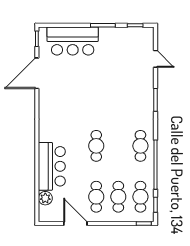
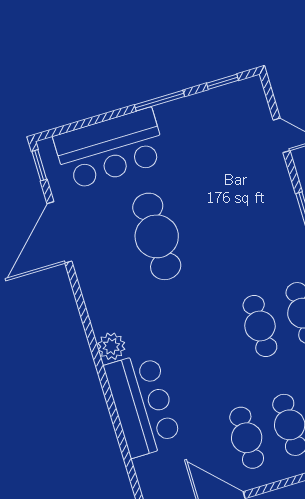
cafe table: (82, 89) -> (157, 236), added
cafe table: (96, 146) -> (260, 326), moved
plant: (45, 198) -> (111, 346), moved

